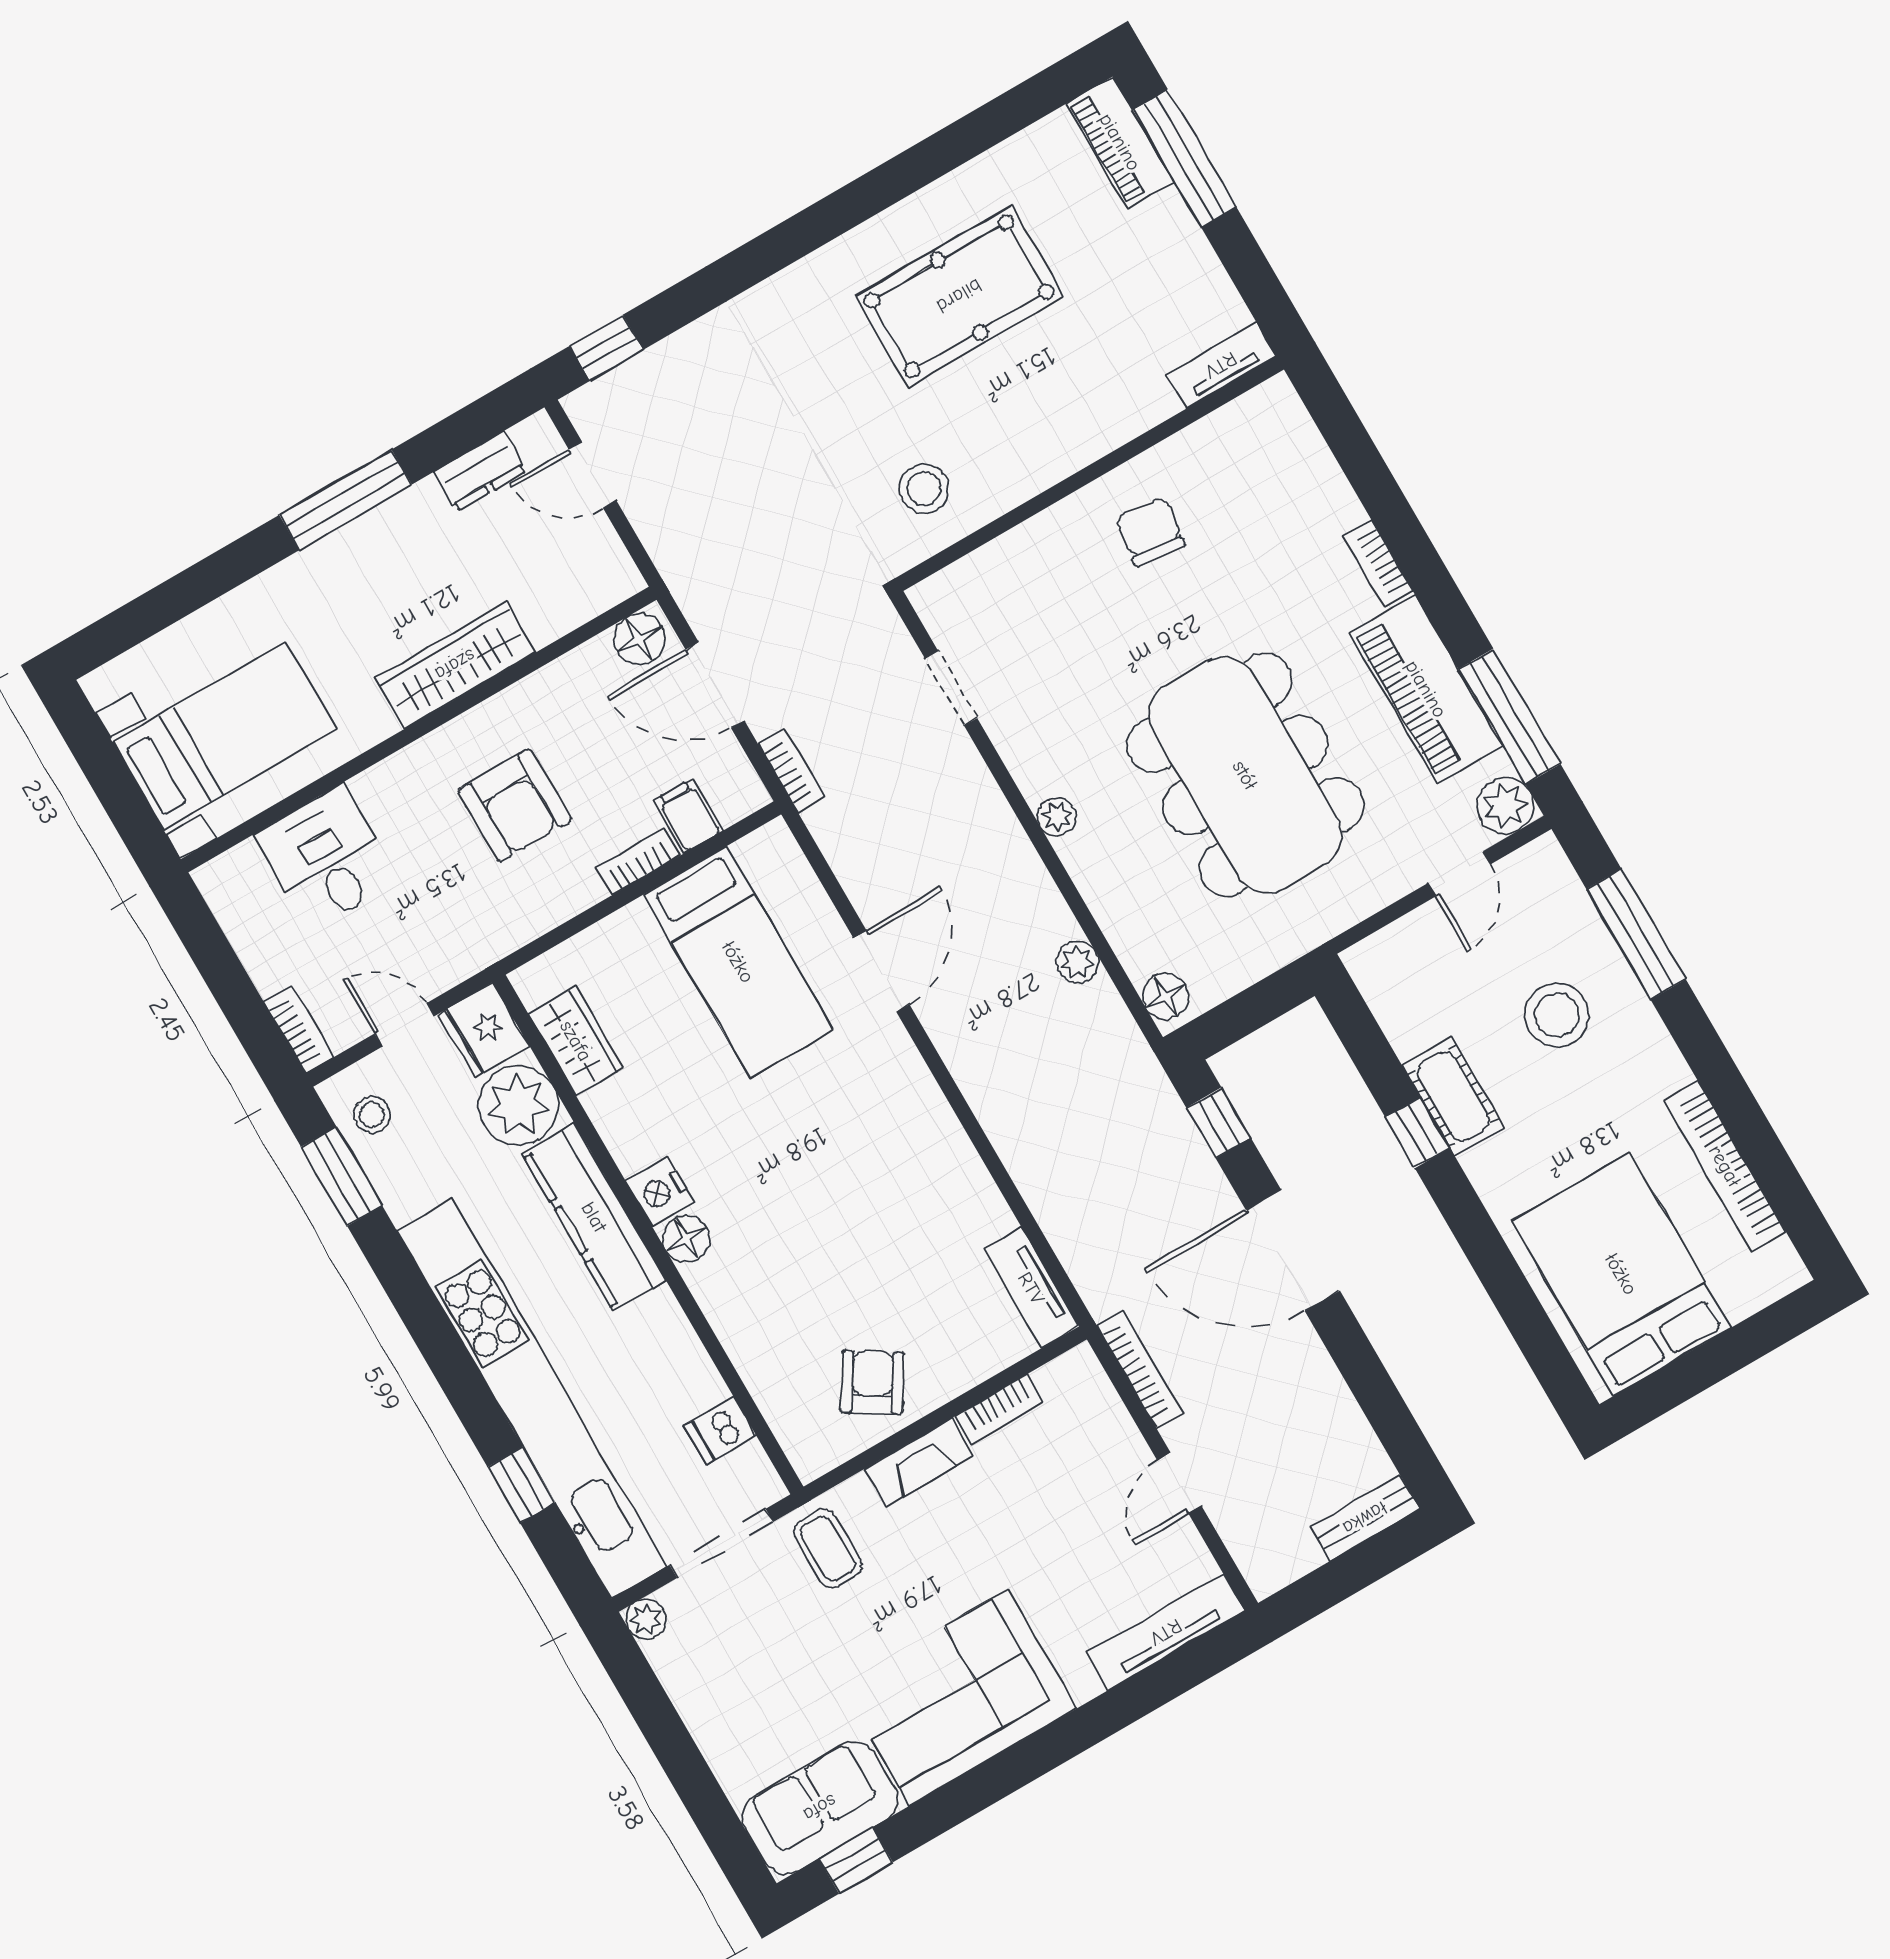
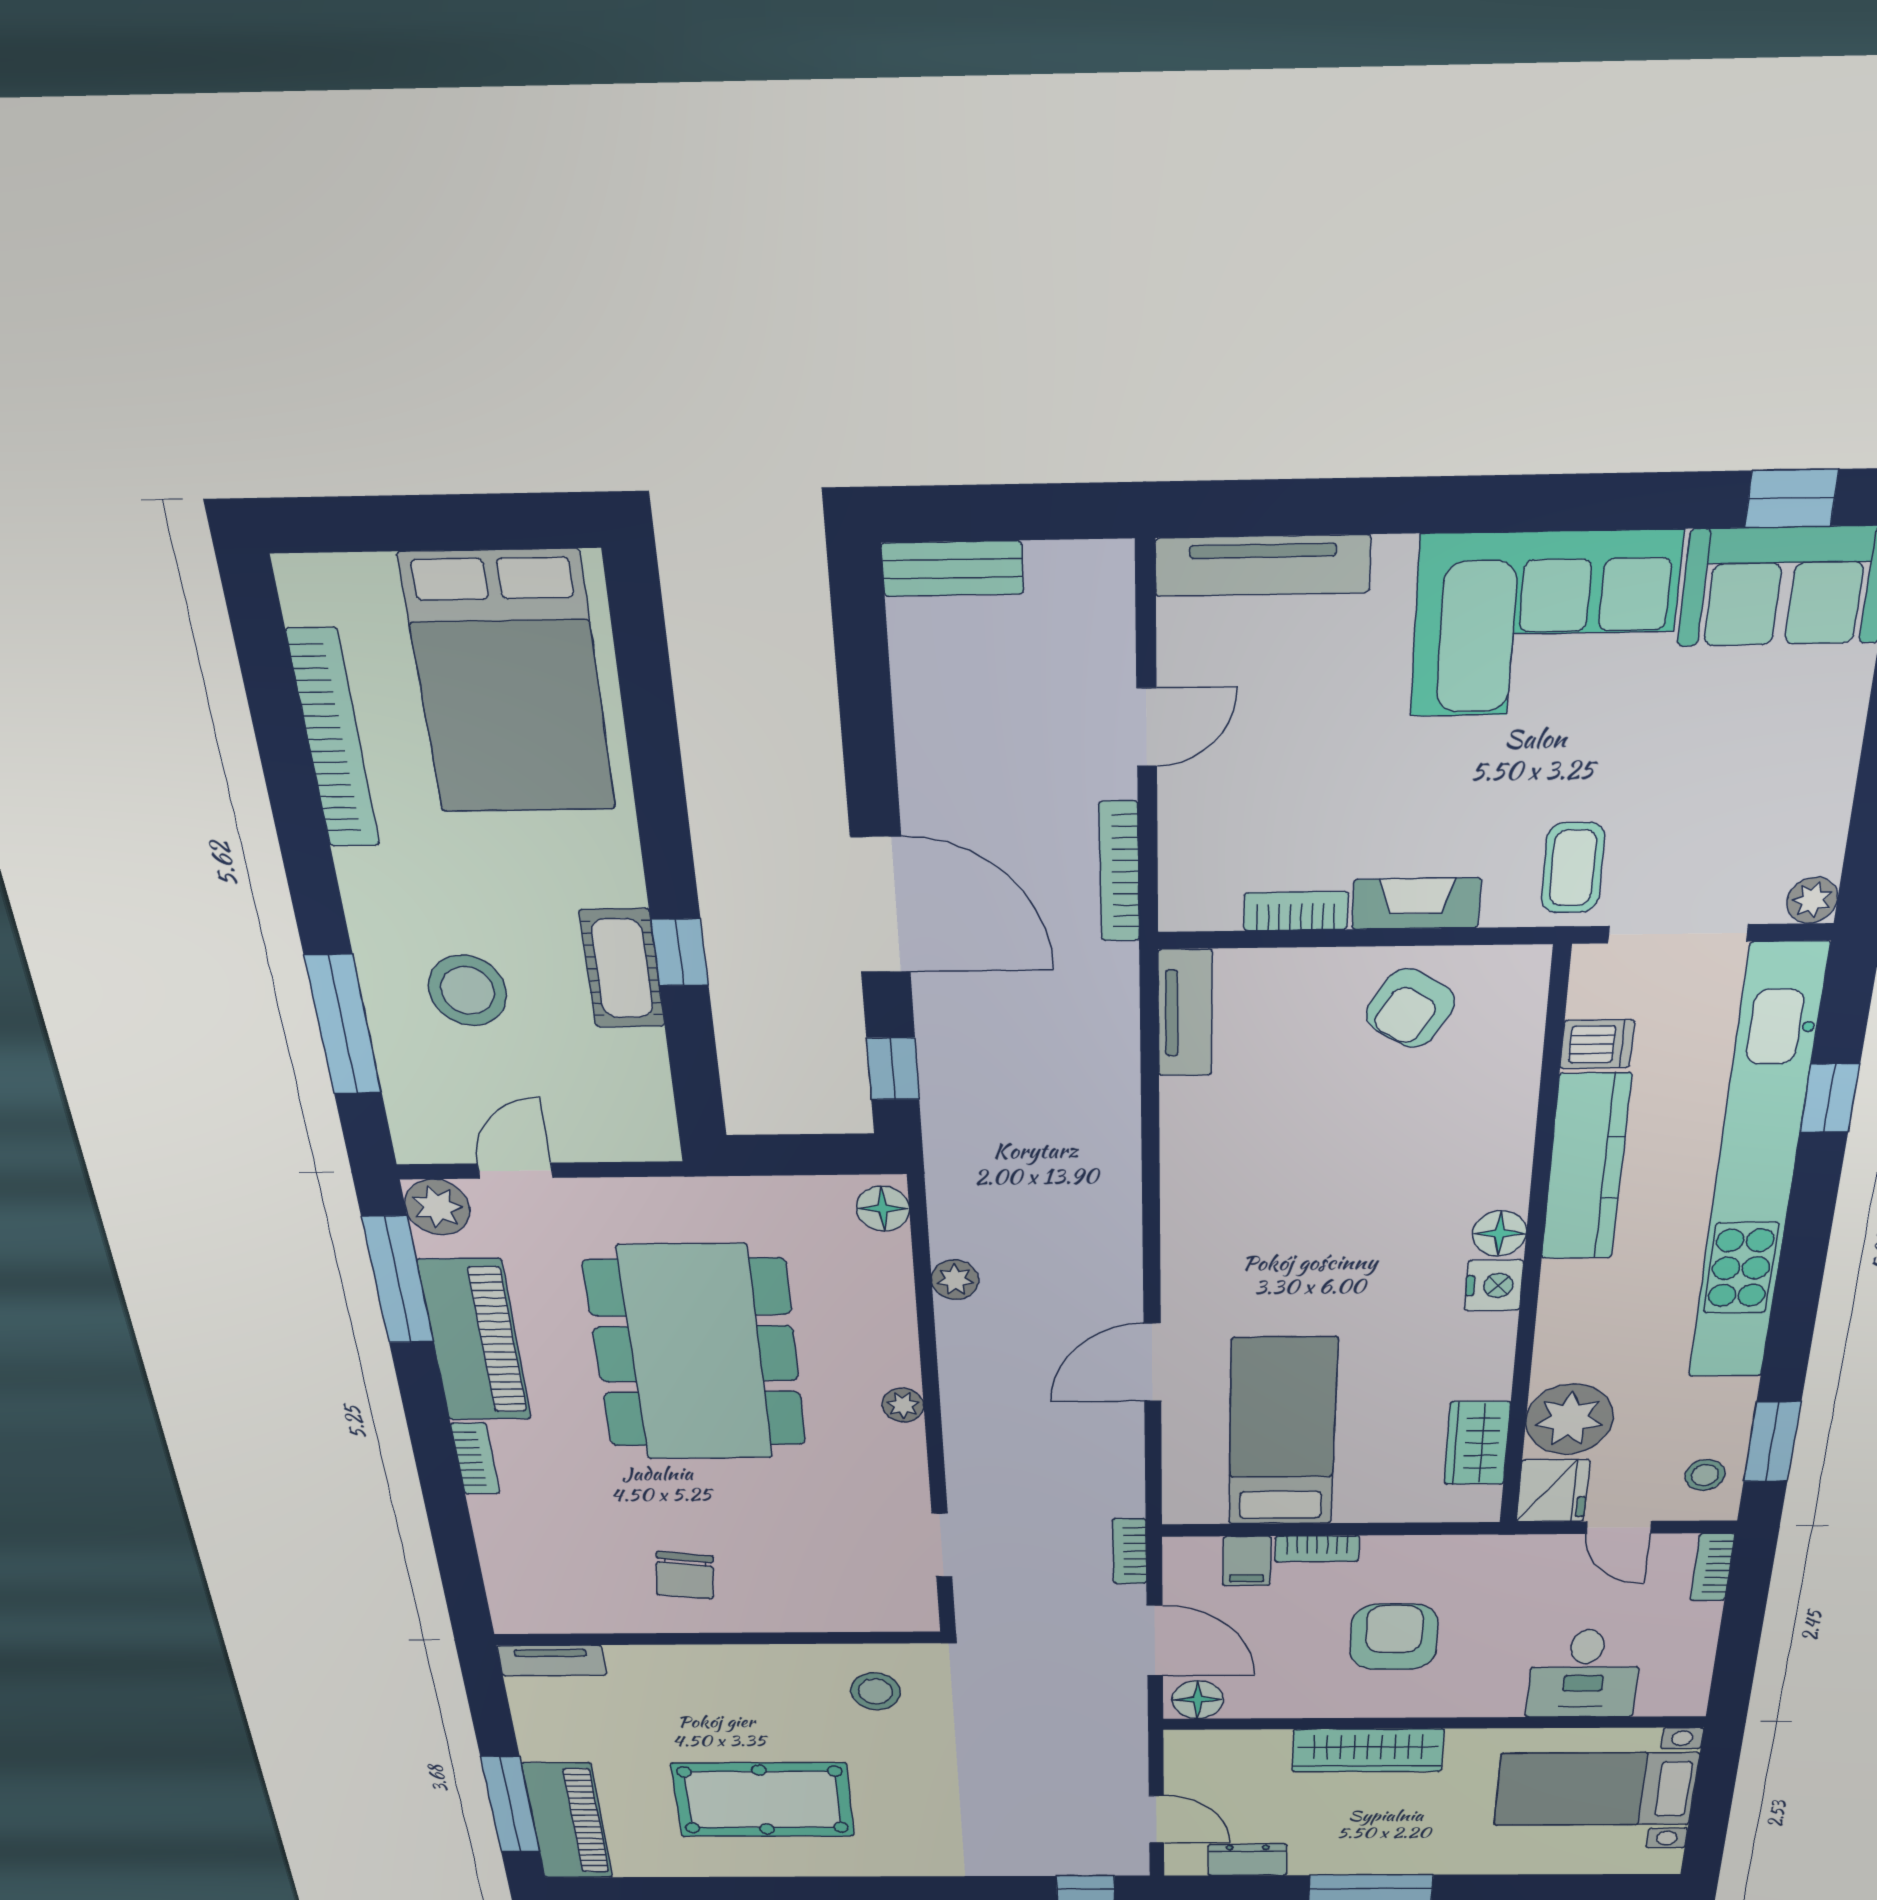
piano: (1120, 142) -> (567, 1821), width x1.37, depth x1.33
kitchen counter: (594, 1217) -> (1586, 1168), moved

